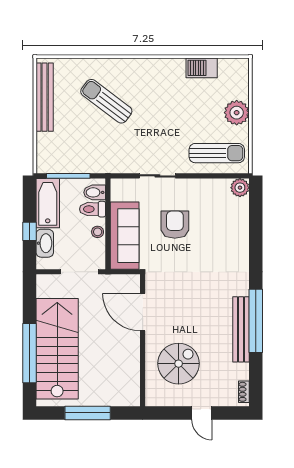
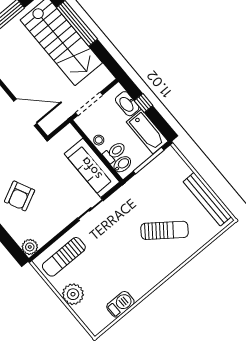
armchair: (175, 225) -> (20, 196), moved, turned 64
sofa: (125, 236) -> (92, 168), moved

